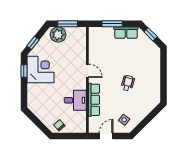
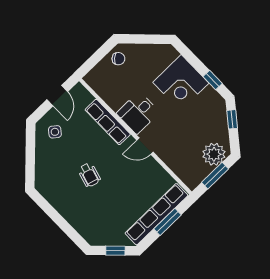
row of seats: (126, 33) -> (156, 214), width x2.02
corner desk: (41, 70) -> (181, 83), moved
desk: (75, 100) -> (138, 113), moved

